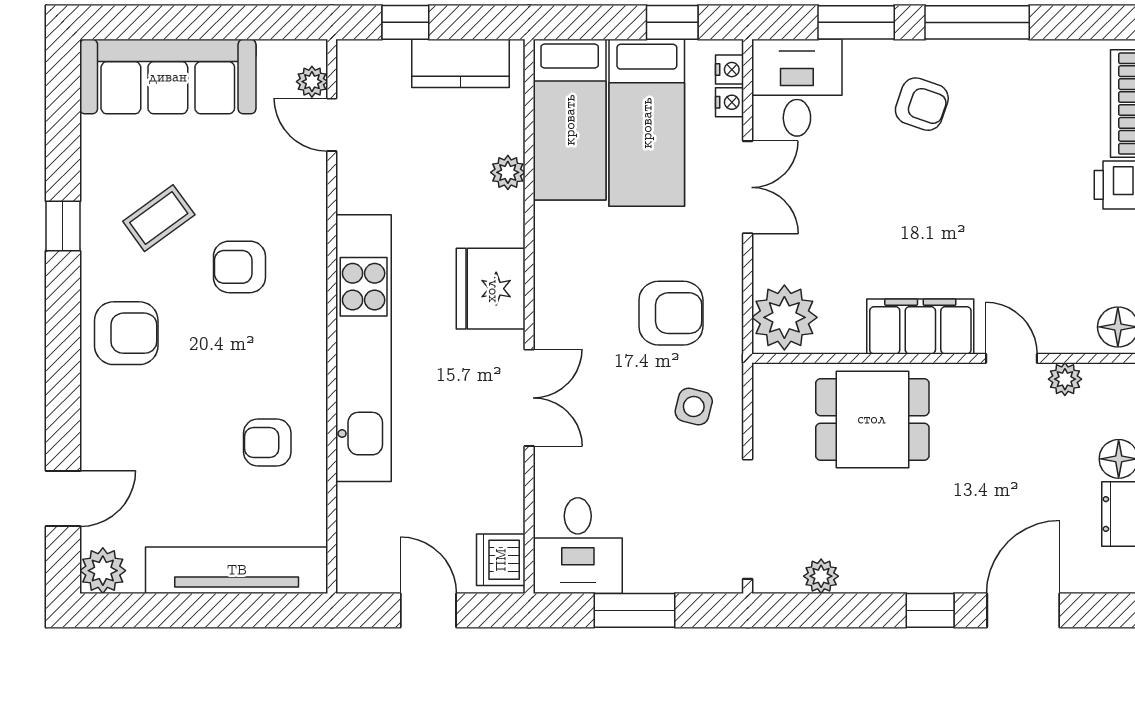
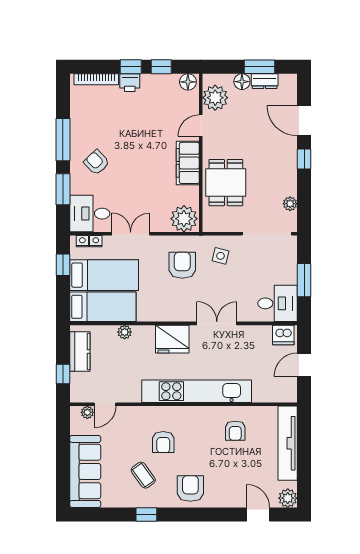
armchair: (922, 104) -> (97, 162), turned -63
plant: (1065, 379) -> (215, 98), width x1.88, depth x1.88

